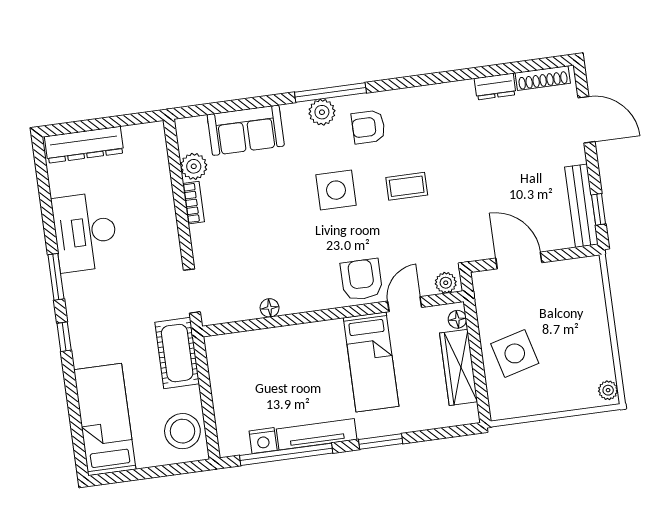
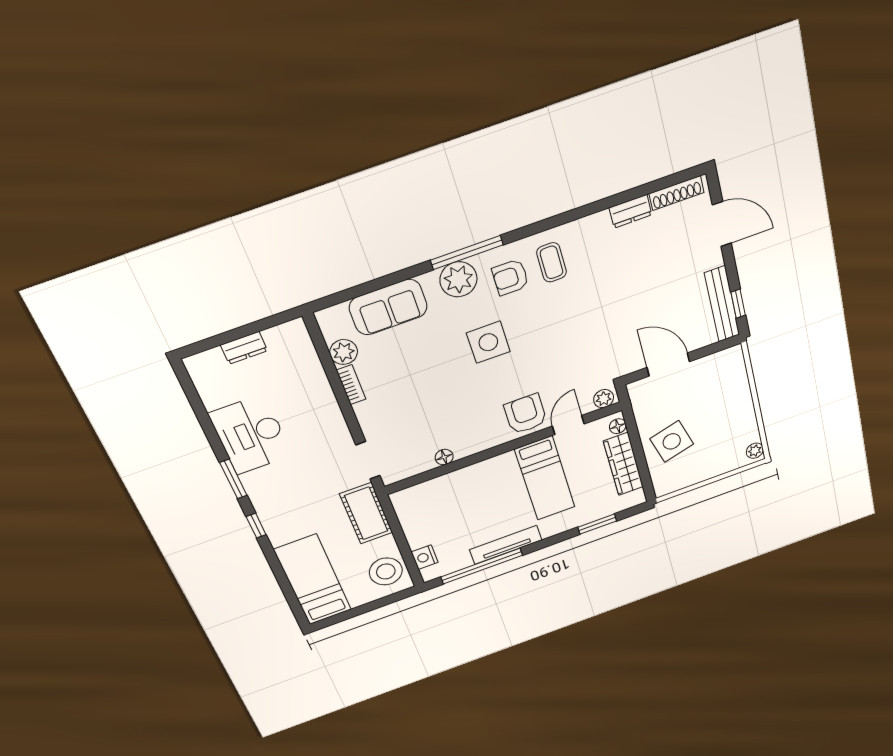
plant: (322, 112) -> (458, 279), width x1.36, depth x1.36
dresser: (84, 145) -> (244, 348), width x0.51, depth x0.80
coffee table: (407, 186) -> (552, 262), moved, turned 90
nightstand: (263, 441) -> (425, 557), moved, turned 90
window: (381, 442) -> (597, 524), moved

